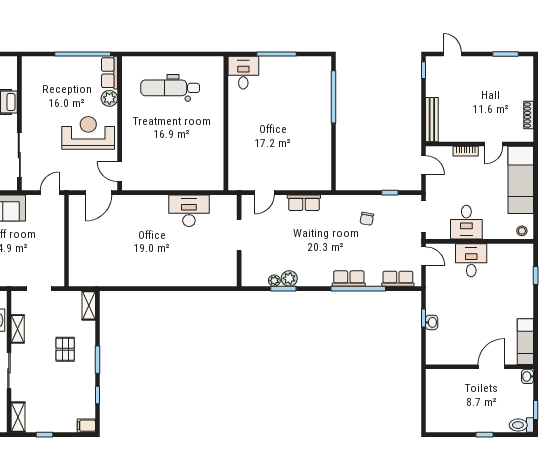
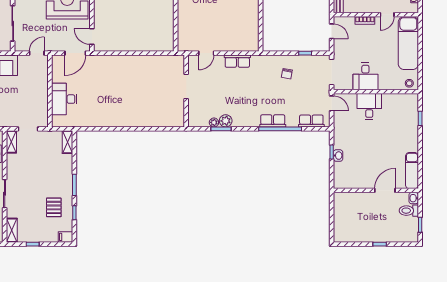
desk: (189, 211) -> (64, 99), moved, turned -90
shelving: (18, 329) -> (11, 142), moved
pallet: (65, 349) -> (54, 207), moved
toilet: (521, 425) -> (409, 211), moved

